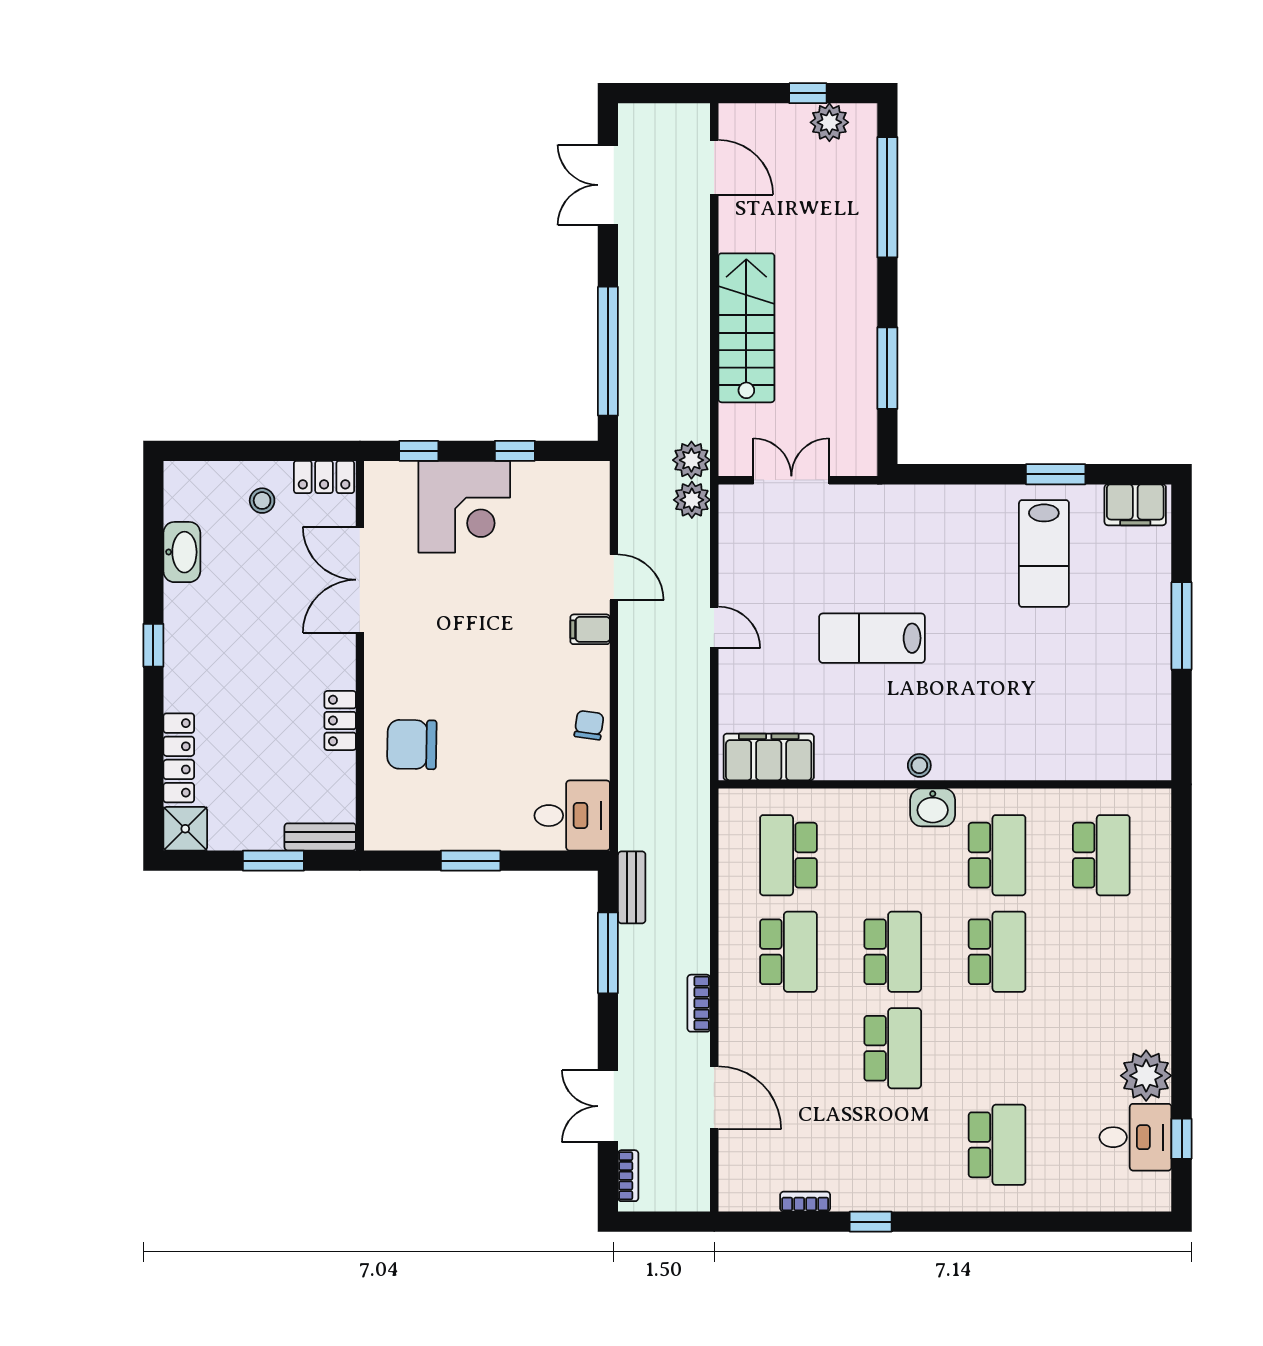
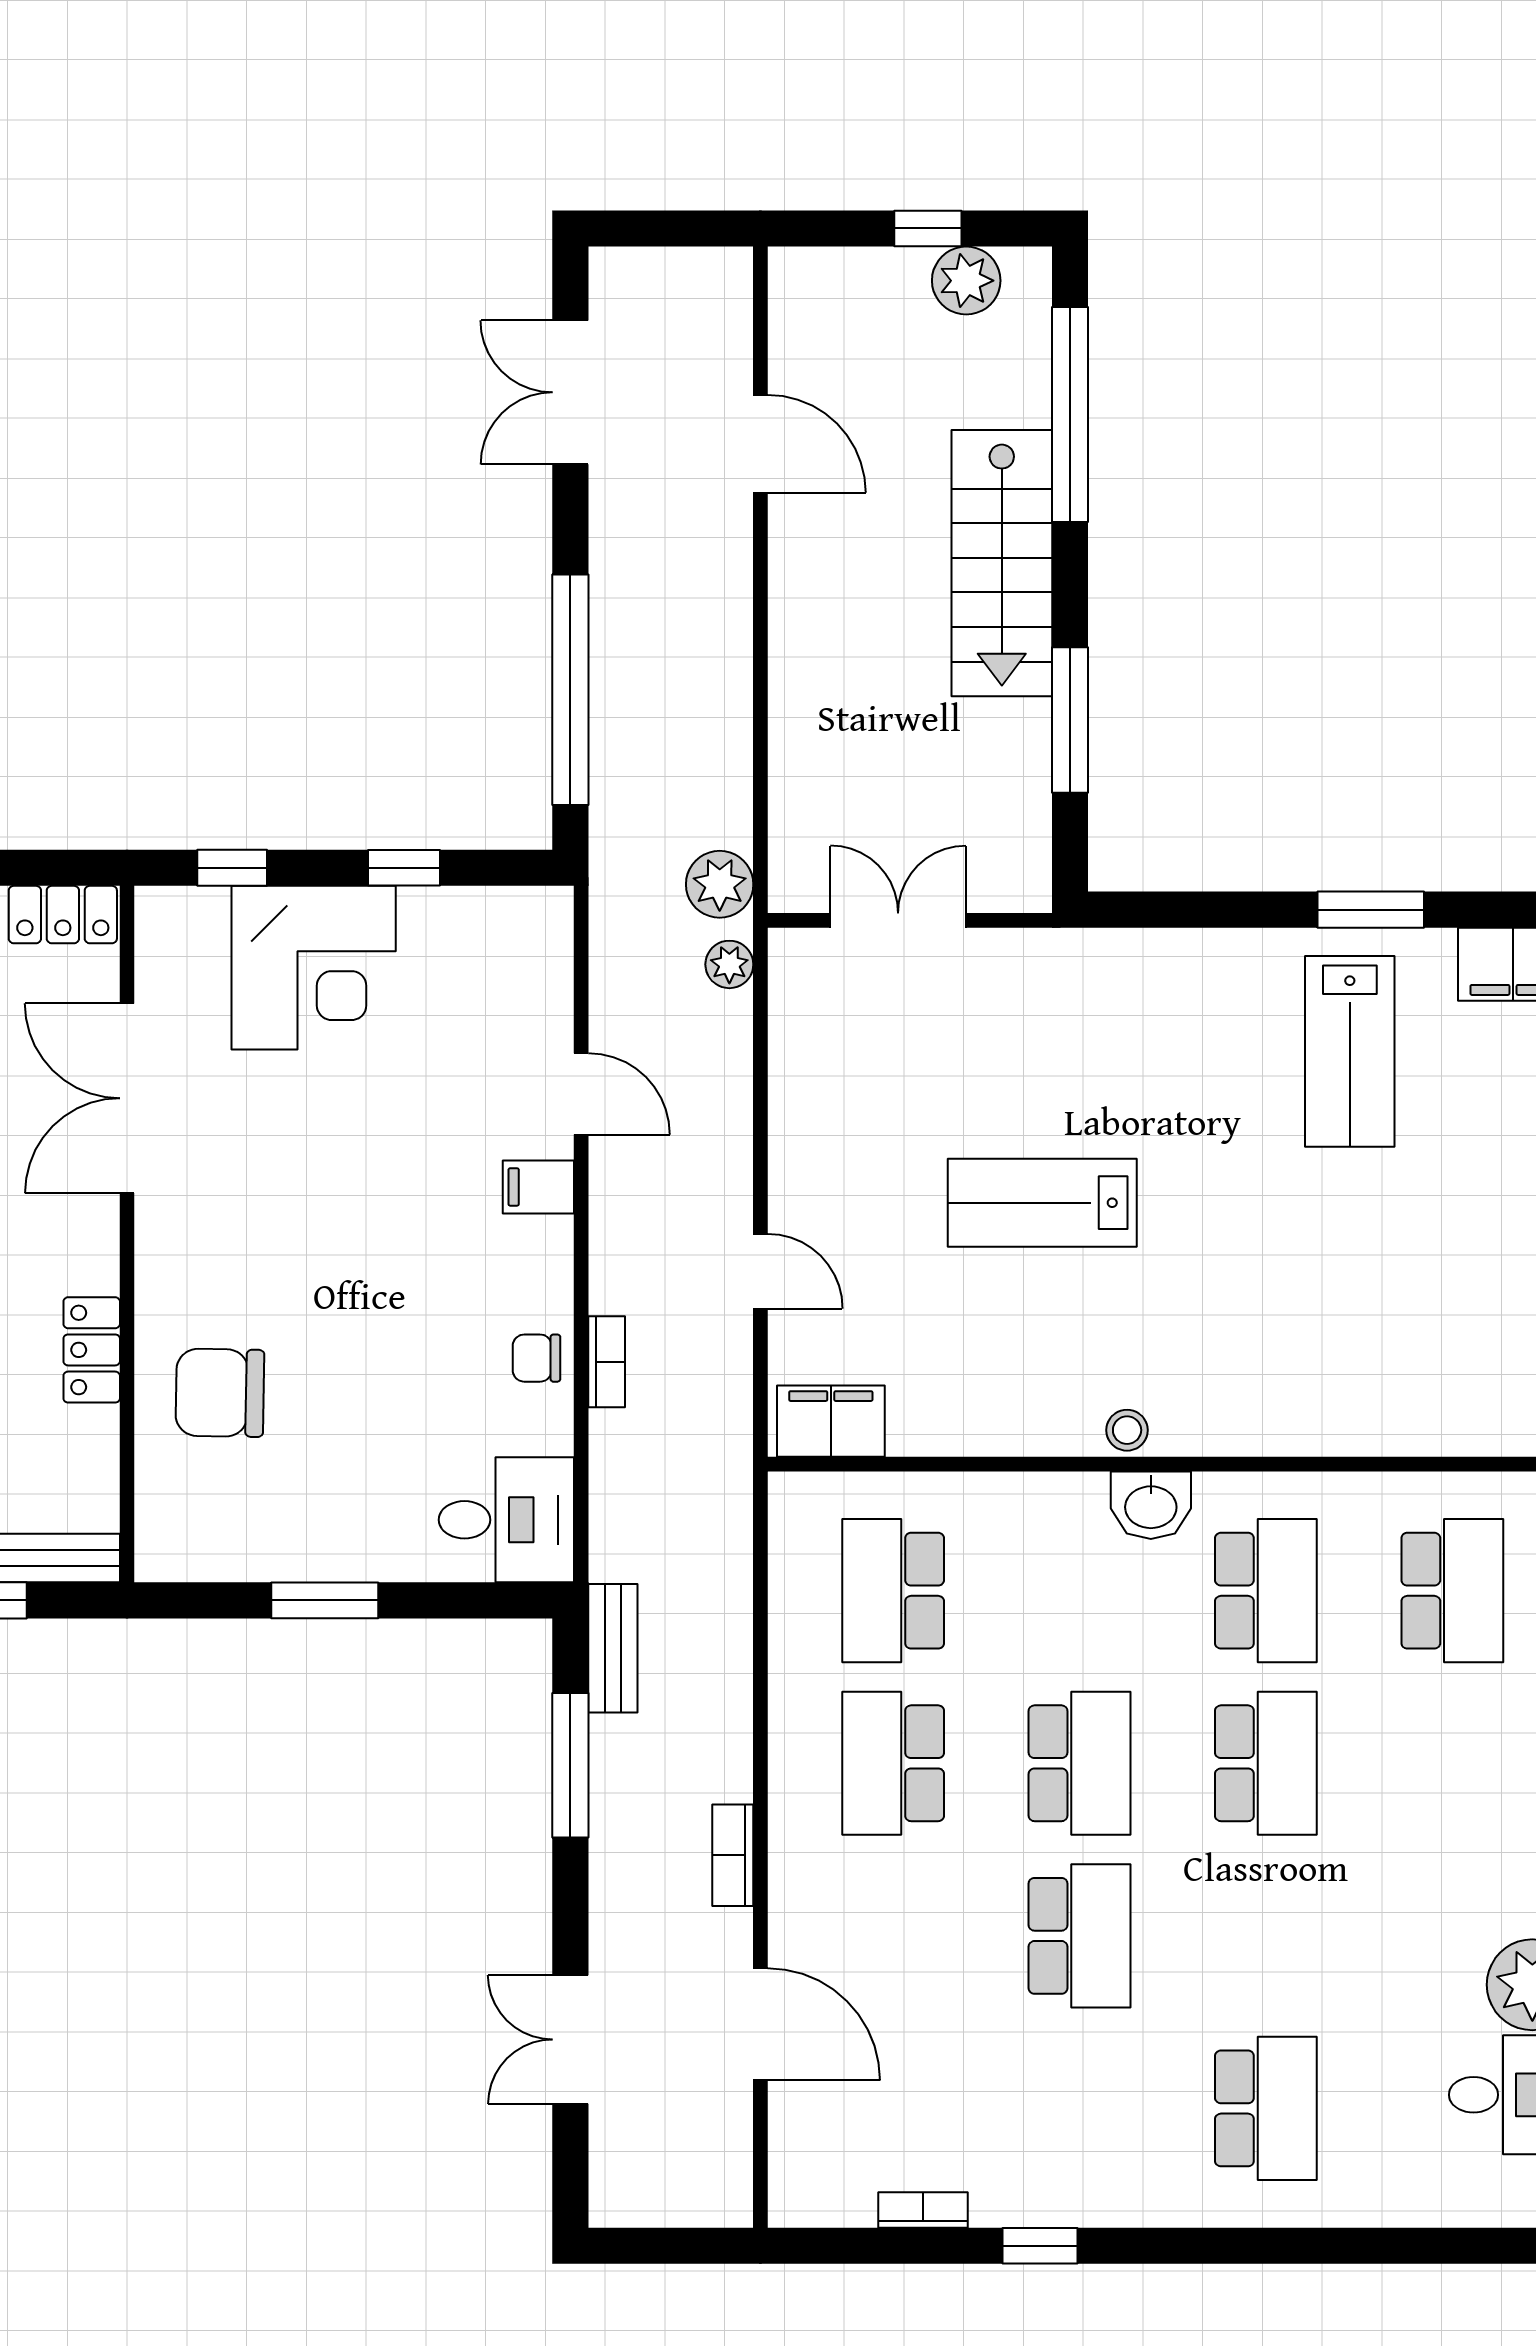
door: (714, 167) -> (760, 444), moved
stairs: (746, 328) -> (1002, 563), moved, turned 180
plant: (692, 500) -> (729, 964), width x0.73, depth x0.73
door: (714, 627) -> (760, 1271), moved
chair: (589, 725) -> (536, 1358), turned -98
filing cabinet: (769, 757) -> (831, 1421), width x0.67, depth x0.86
school desk: (788, 952) -> (893, 1763), turned 180
bookcase: (628, 1176) -> (607, 1362), moved

